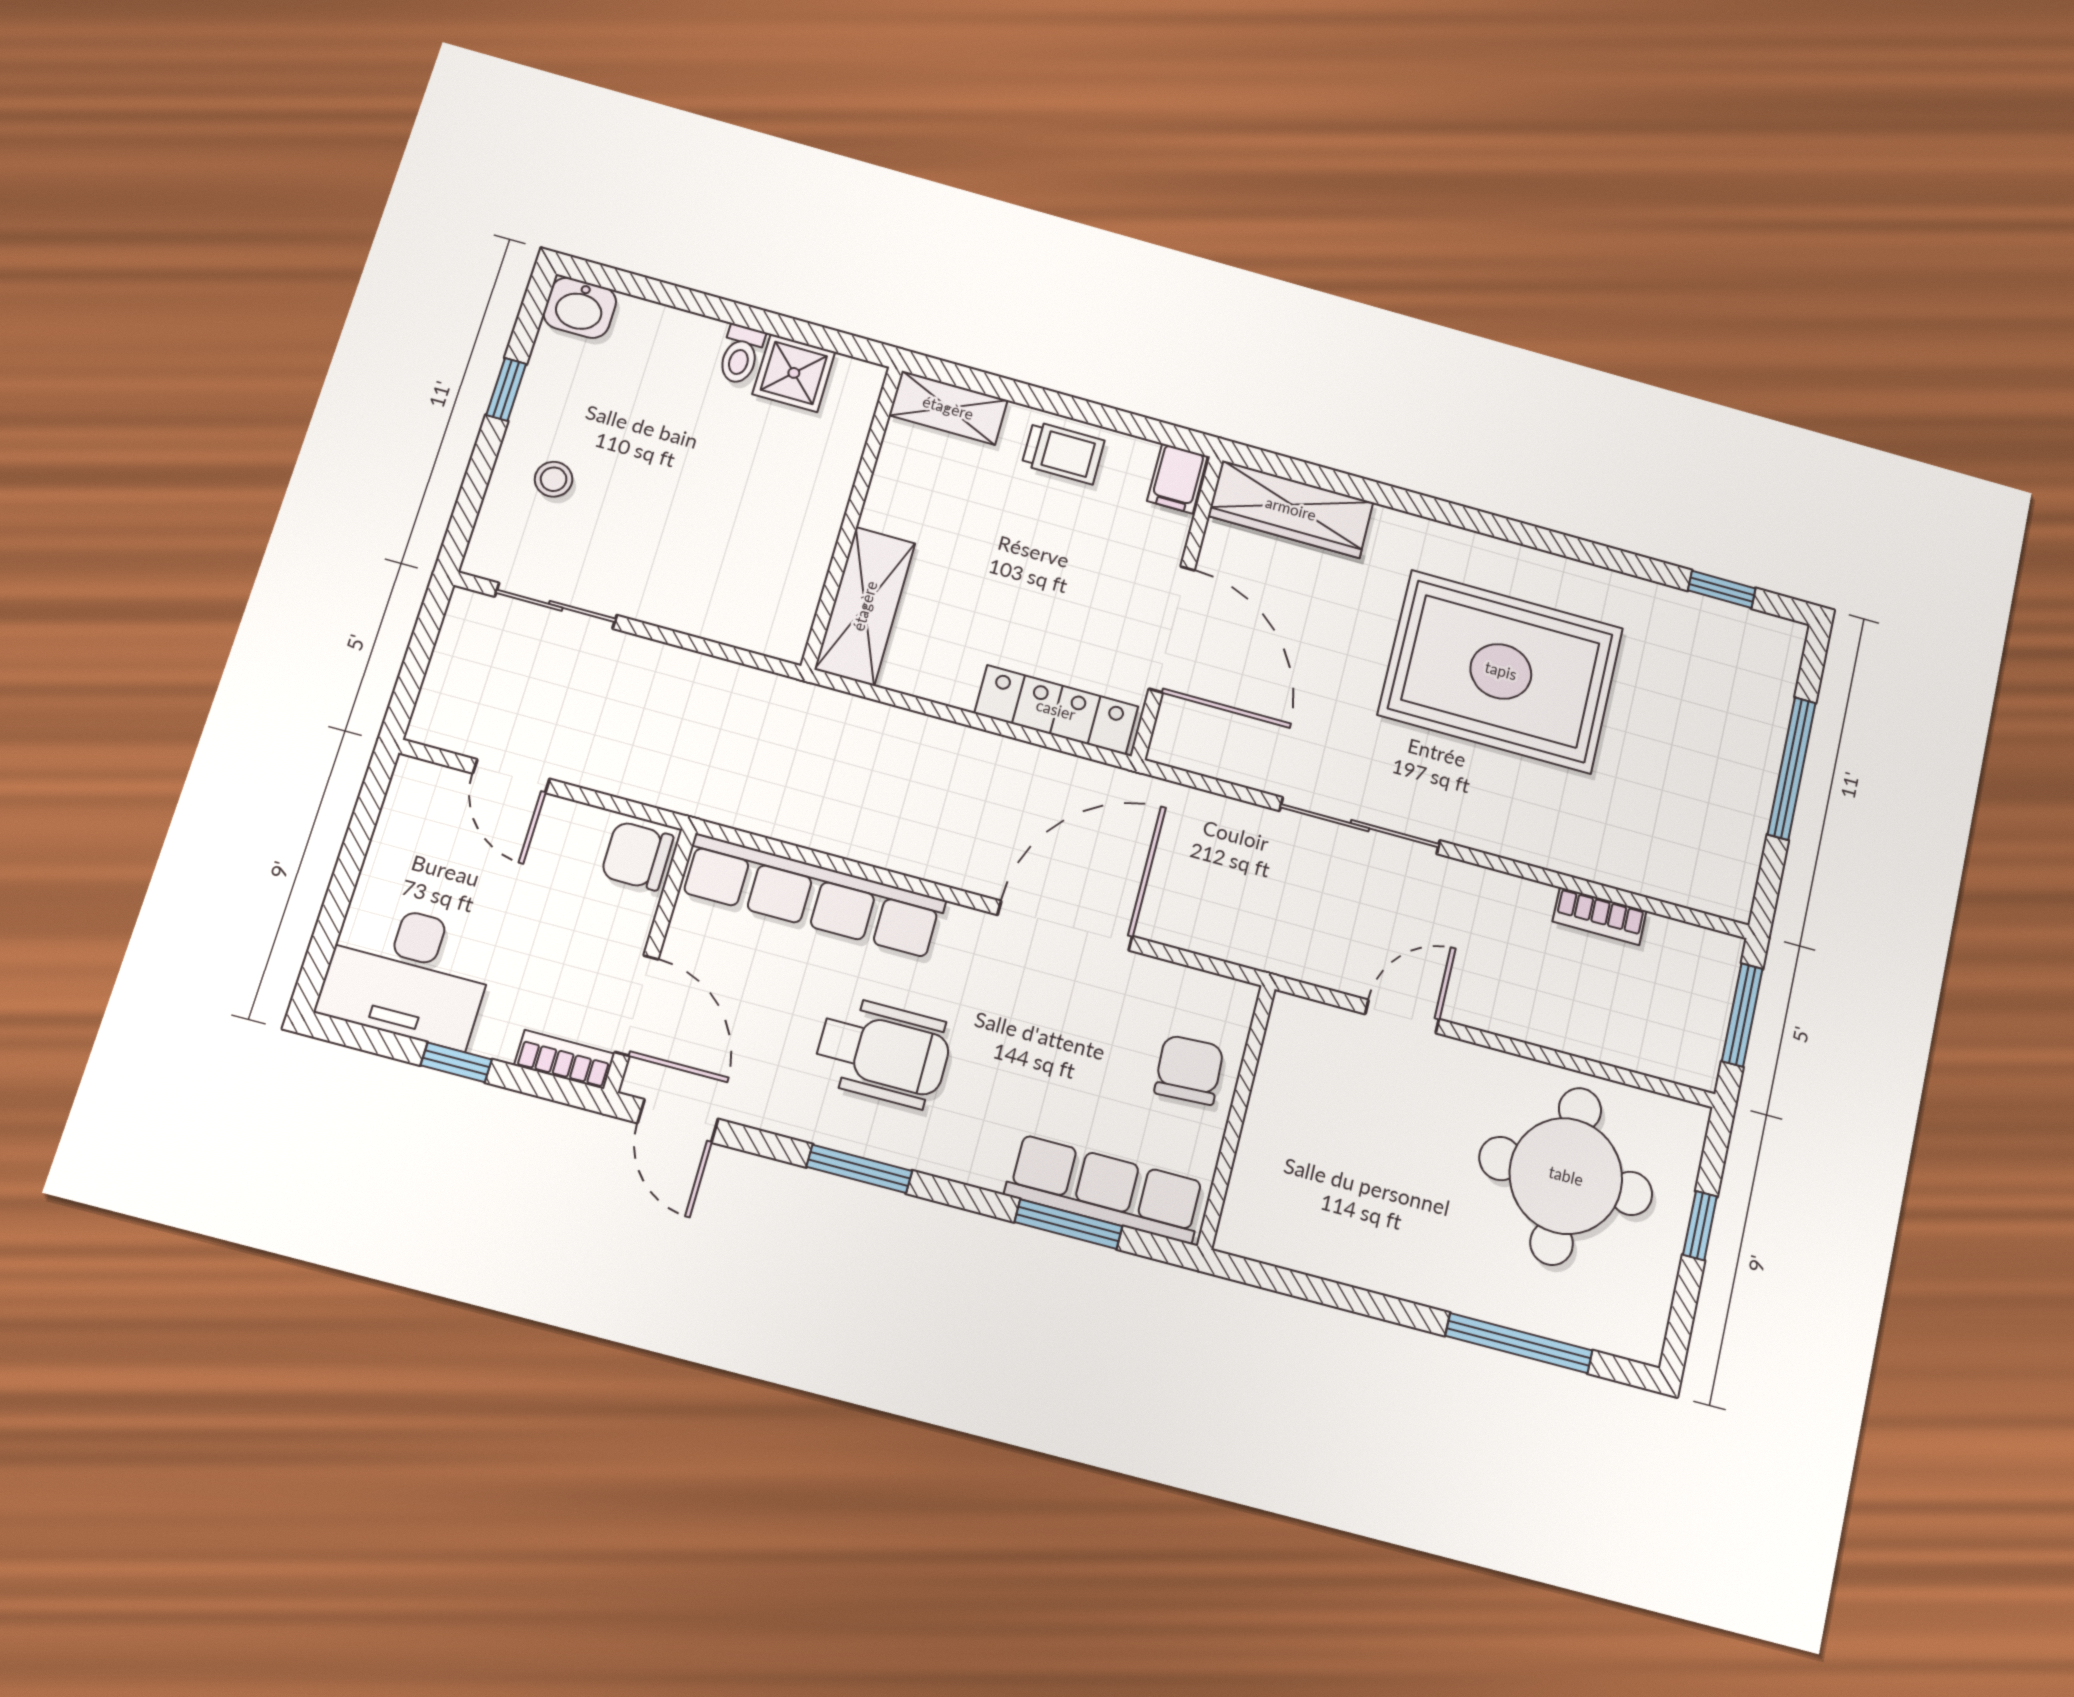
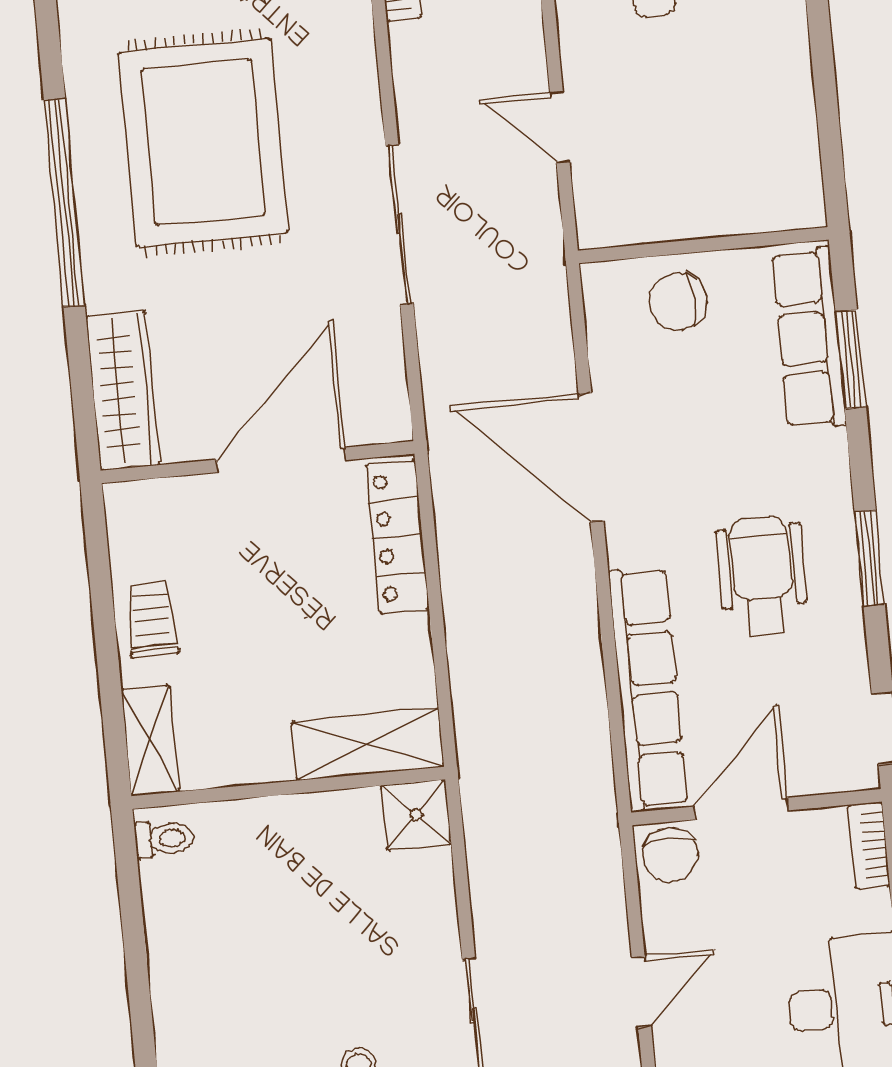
toilet: (741, 354) -> (164, 839), moved
shower: (794, 373) -> (416, 815), moved
filing cabinet: (1177, 478) -> (135, 506), removed
window: (1486, 524) -> (64, 203), added
door: (637, 1005) -> (741, 809), moved

